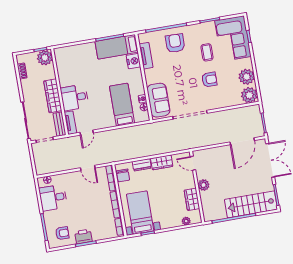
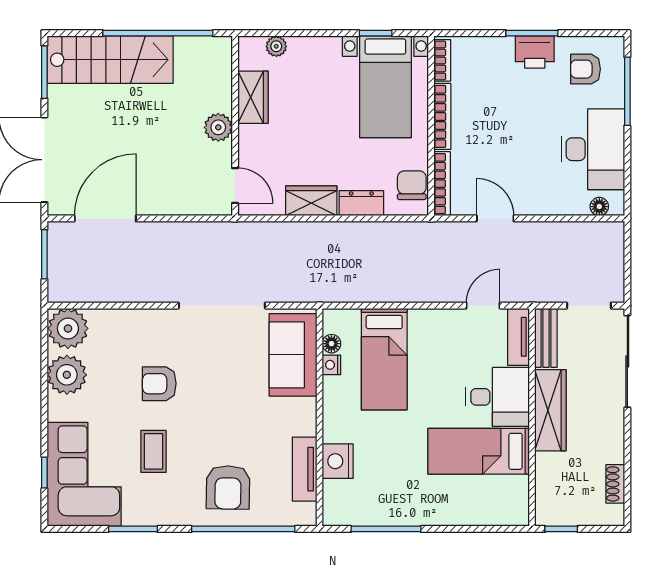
bed: (117, 47) -> (479, 451), moved, turned 180
plant: (45, 58) -> (554, 507), removed
desk: (53, 198) -> (593, 149), width x1.37

